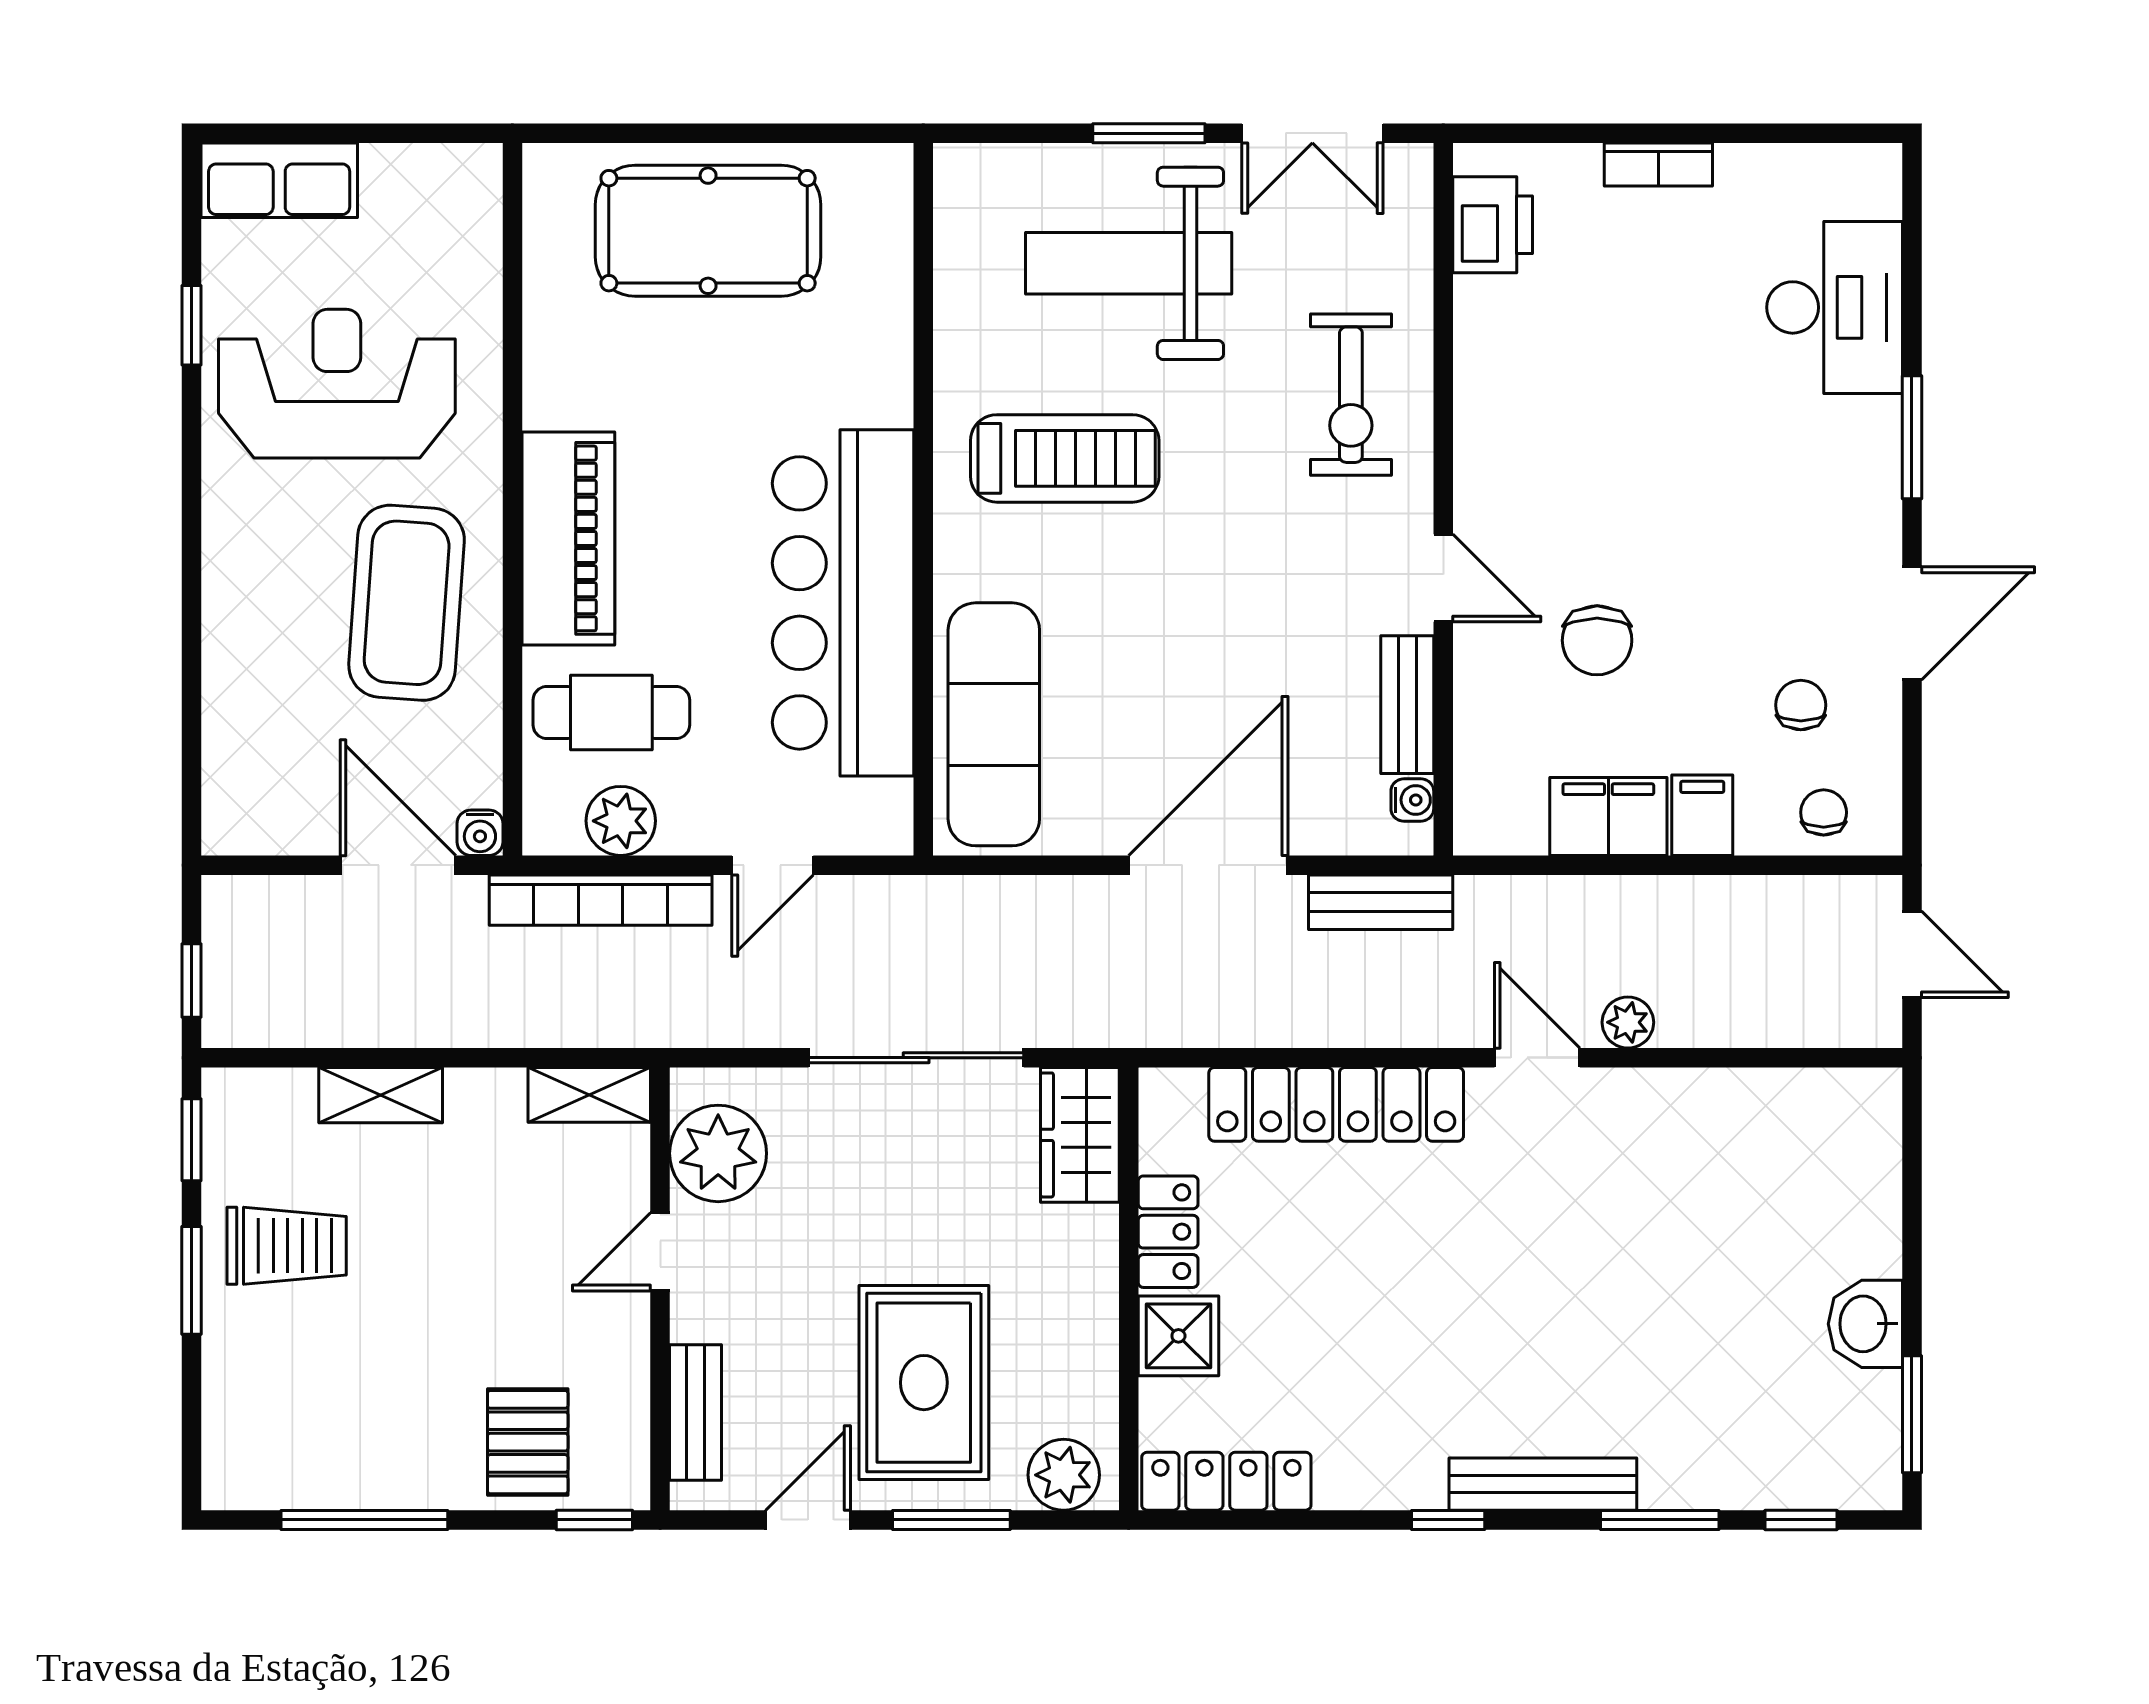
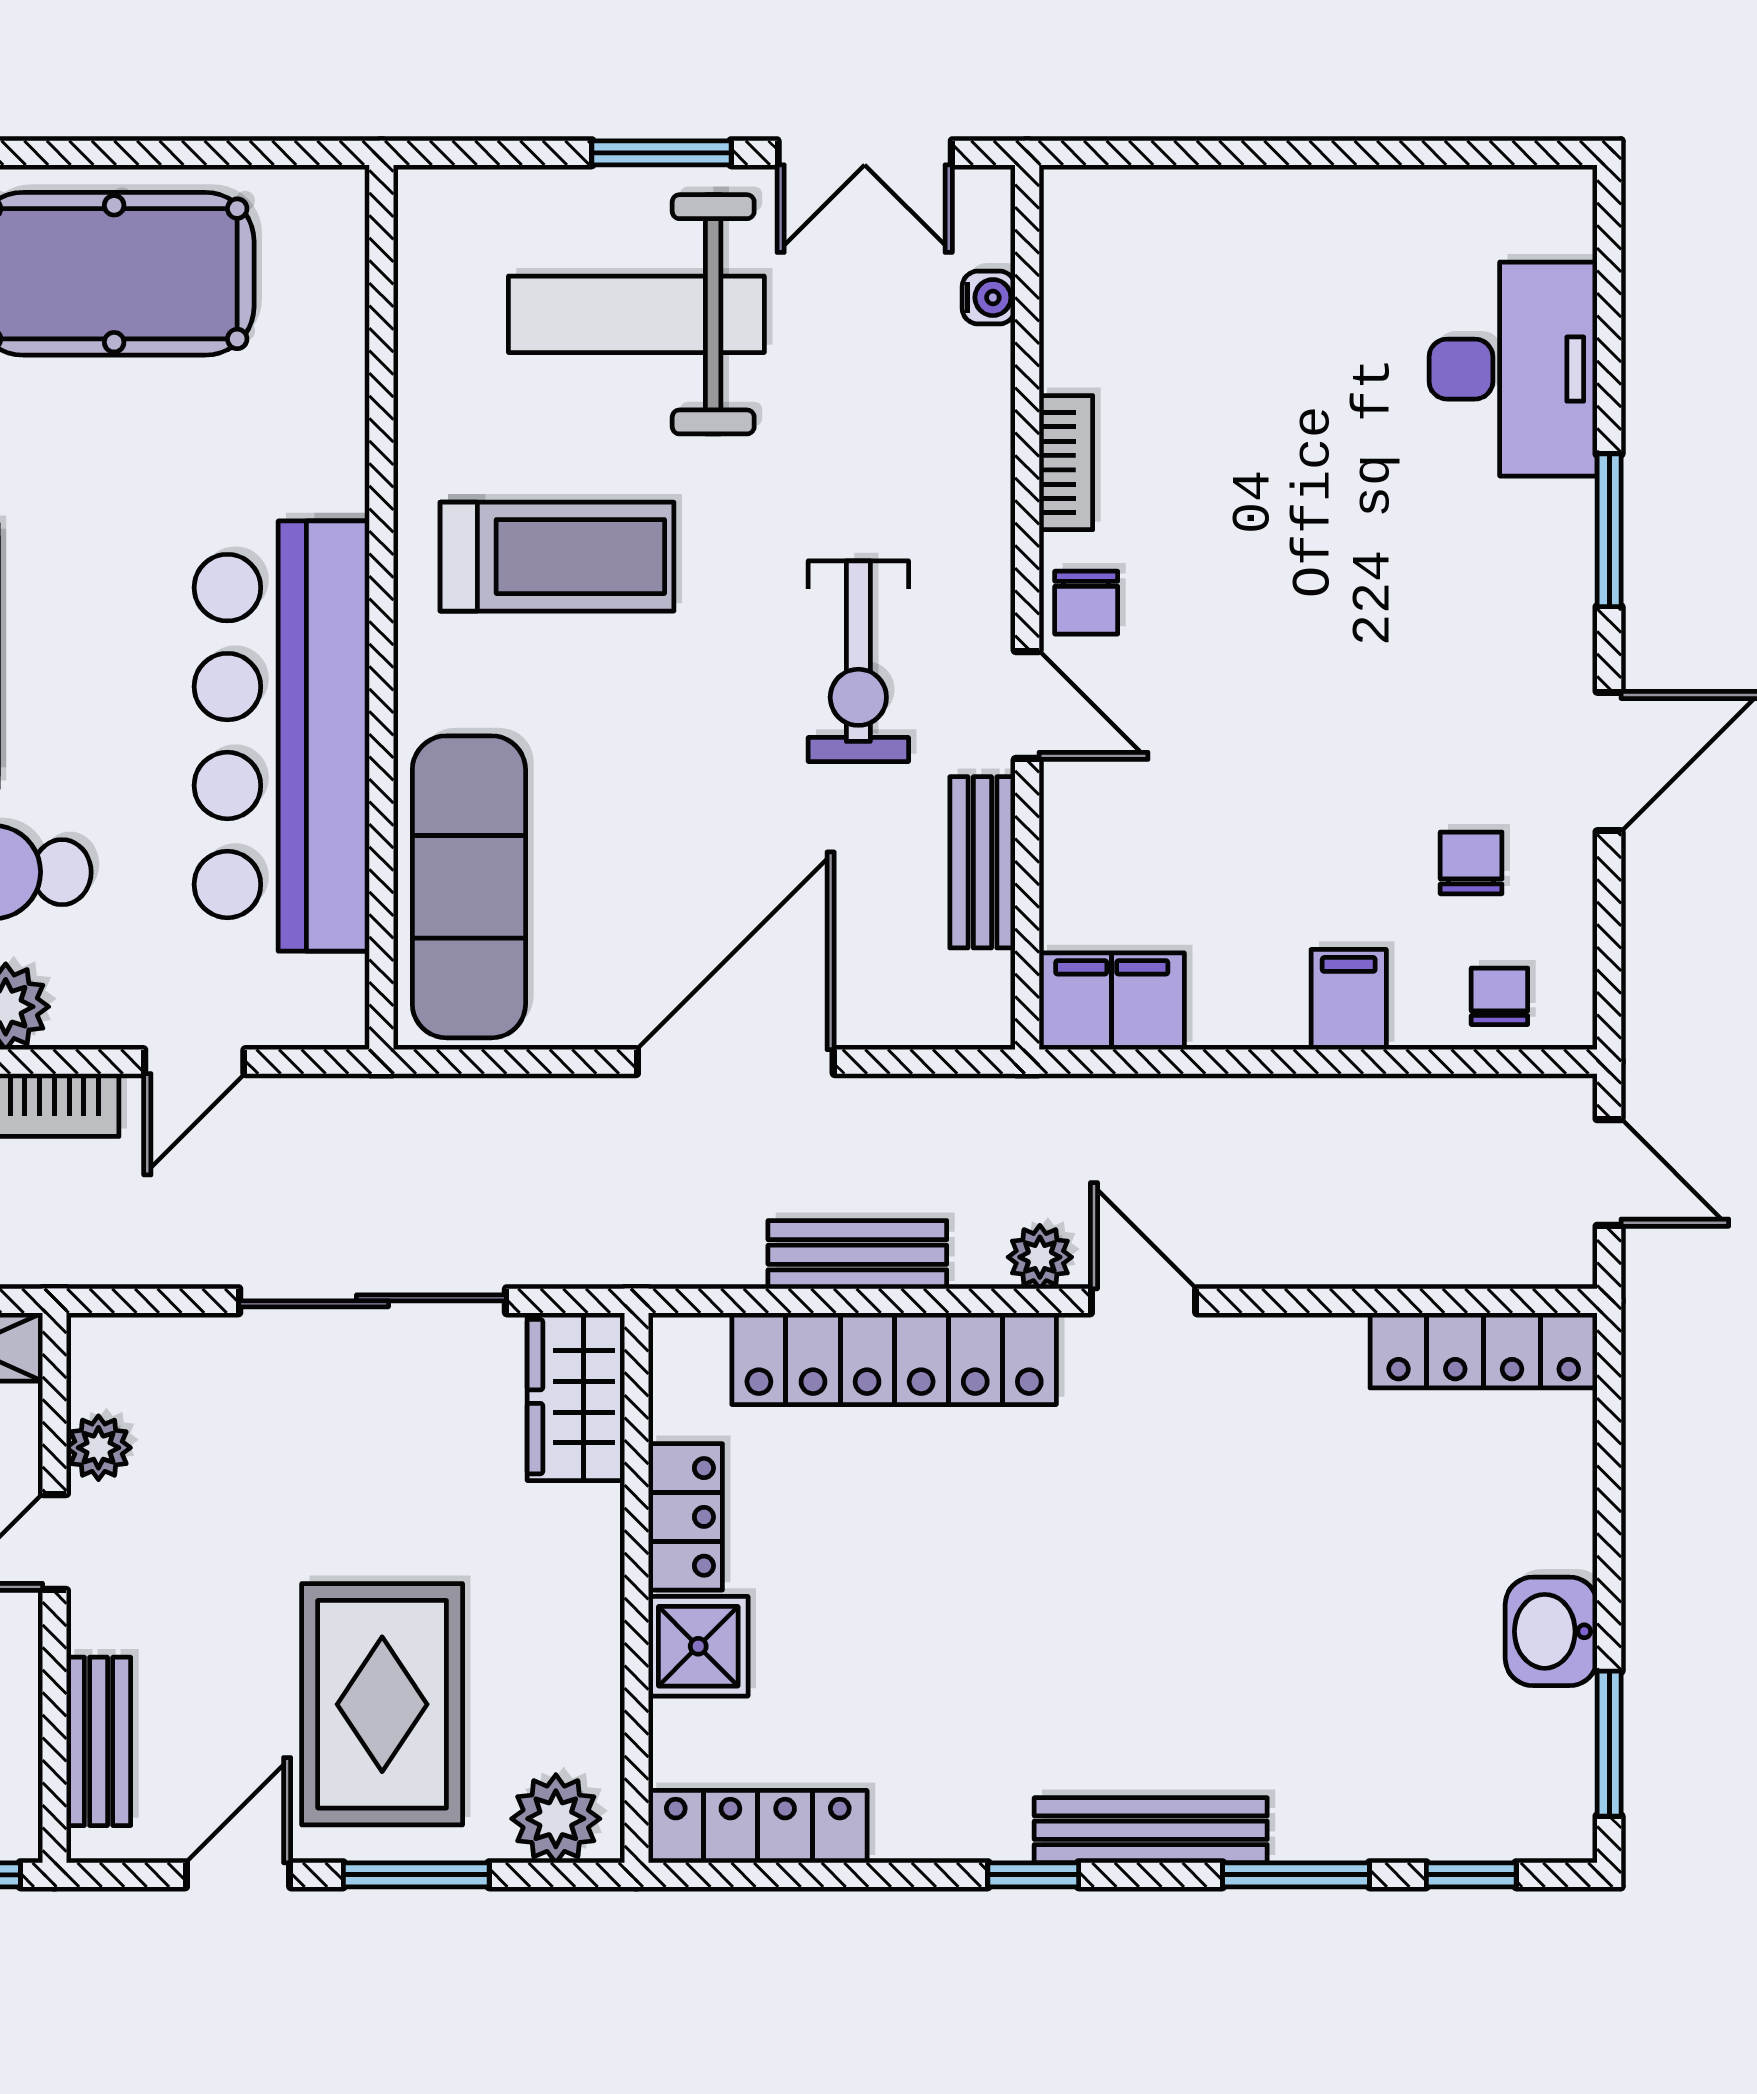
bookcase: (1658, 165) -> (1066, 463), moved, turned -90
printer: (1493, 225) -> (1088, 267), removed
exercise bike: (1351, 395) -> (858, 661), moved
chair: (1597, 640) -> (1086, 603), moved, width x0.73, depth x0.73
water cooler: (1412, 800) -> (989, 298), moved
filing cabinet: (1608, 817) -> (1112, 1001), moved
bench: (1381, 902) -> (857, 1255), moved
plant: (1628, 1022) -> (1040, 1257), moved
locker: (1811, 1098) -> (1484, 1350), added
plant: (718, 1153) -> (98, 1448), width x0.53, depth x0.53

